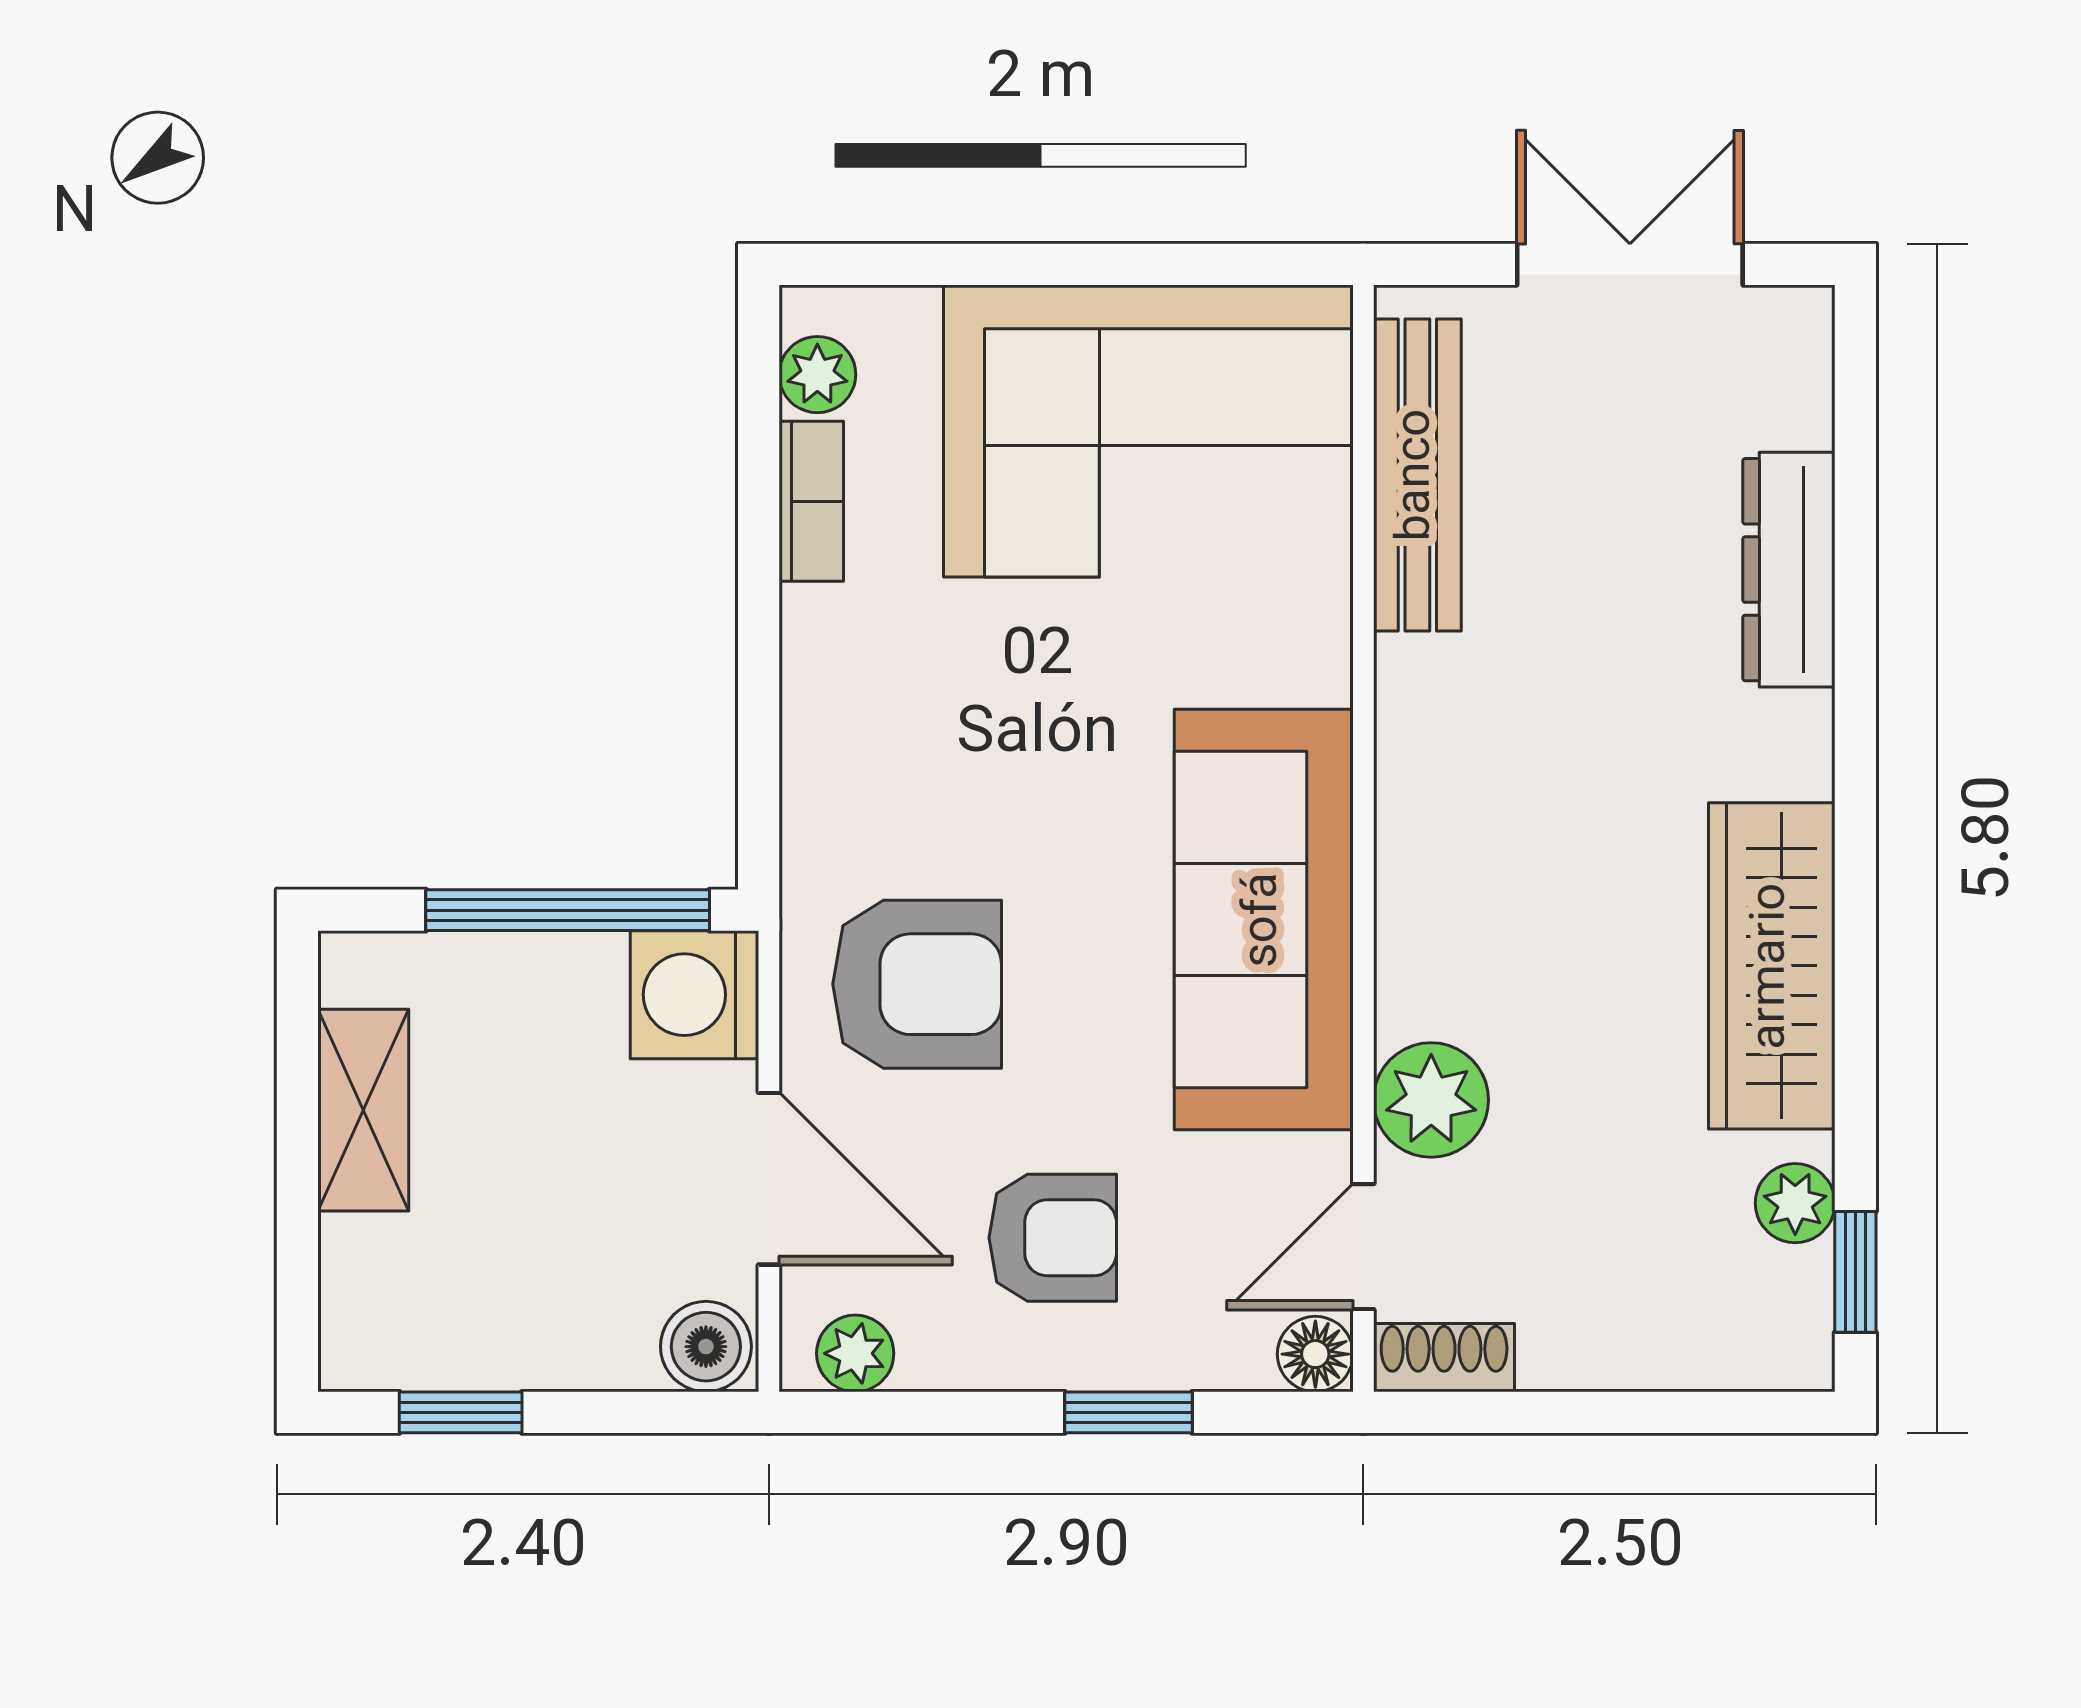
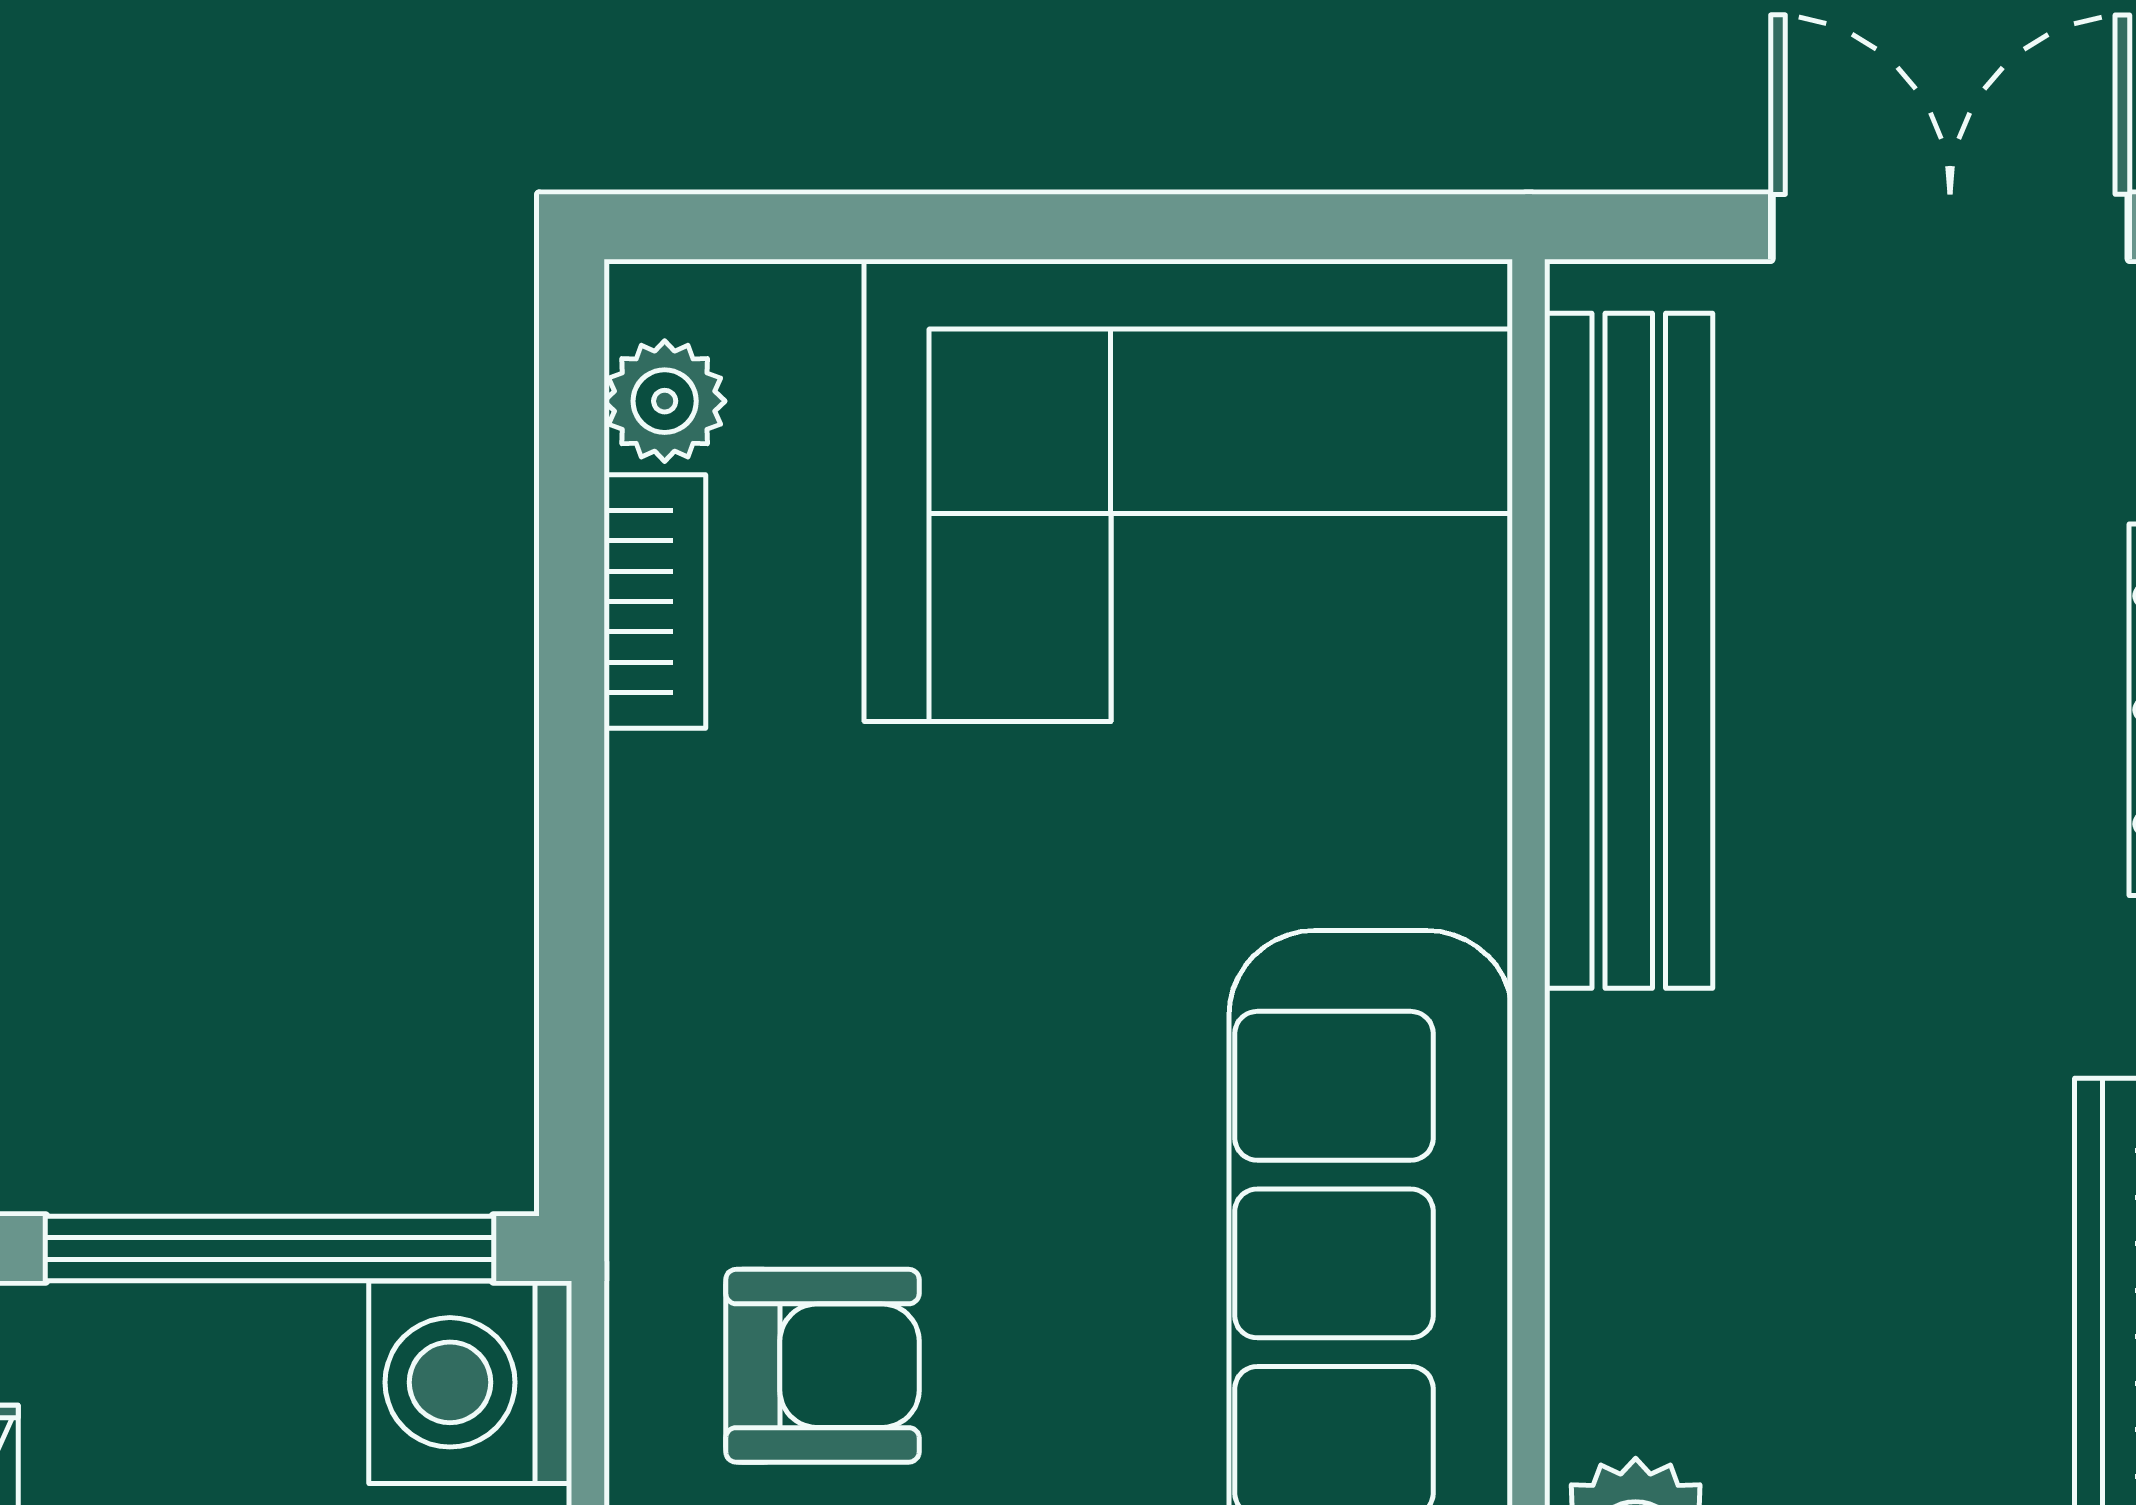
bench: (1417, 475) -> (1629, 651), width x1.37, depth x1.21
armchair: (917, 984) -> (822, 1366), width x0.72, depth x0.72

